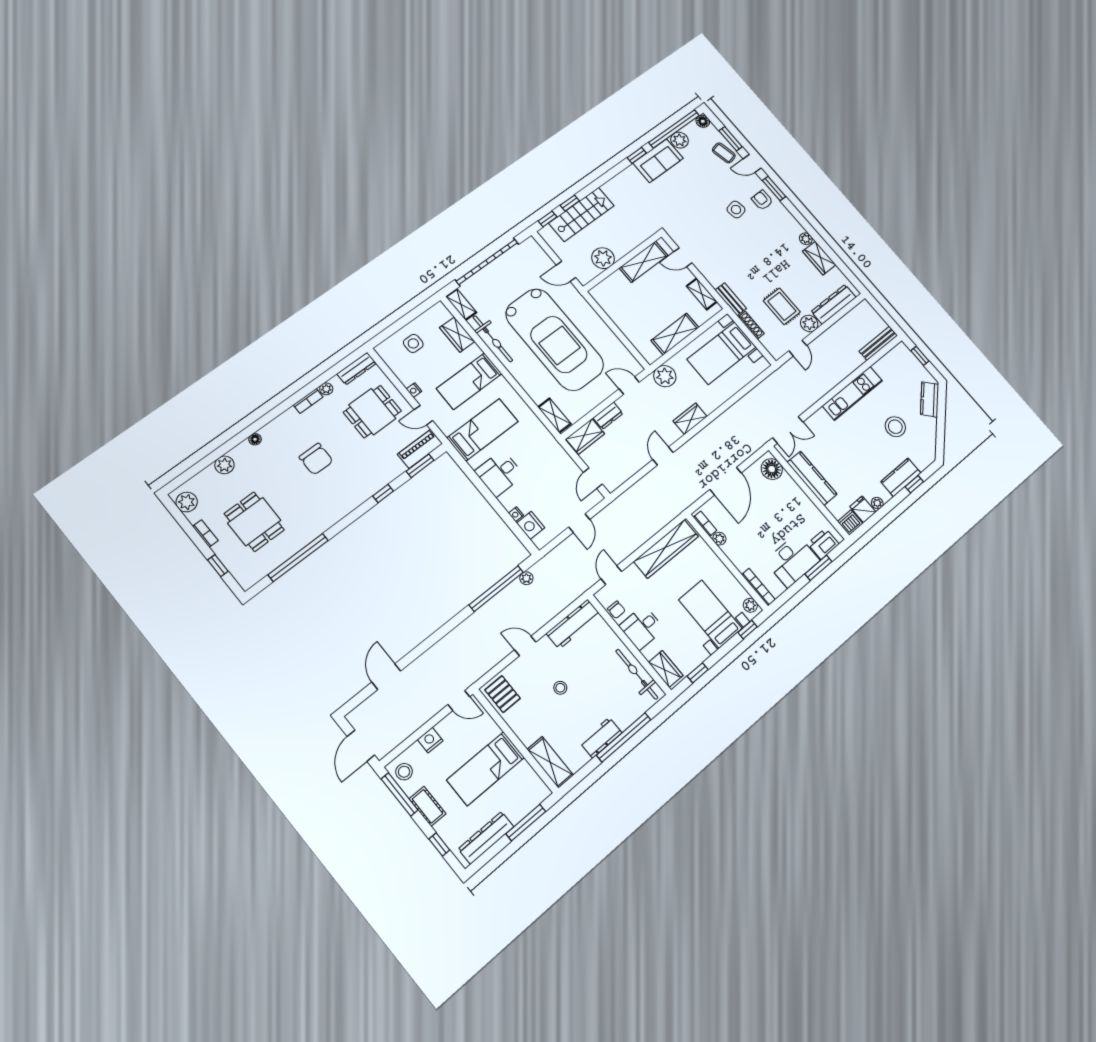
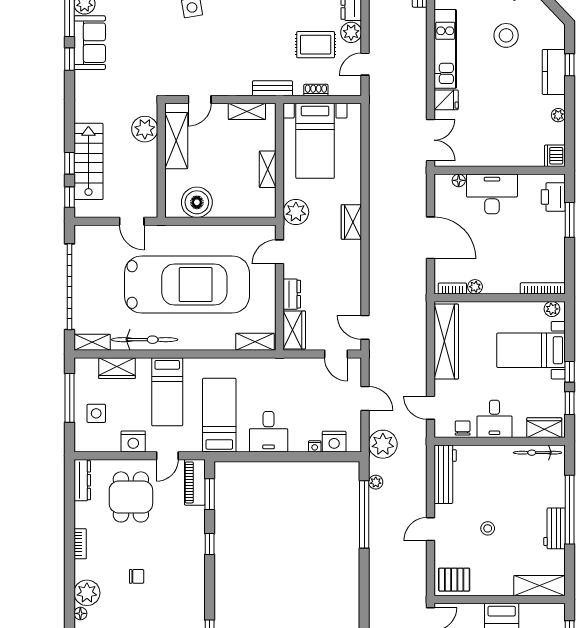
plant: (603, 258) -> (145, 129), moved
door: (566, 271) -> (132, 221), hinge flipped
boiler: (615, 305) -> (197, 202), added
window: (409, 317) -> (70, 398), added
shoe rack: (751, 325) -> (316, 90), width x0.70
shelving: (675, 334) -> (268, 169), width x0.67, depth x0.75
door: (798, 348) -> (365, 64), swing flipped
plant: (326, 389) -> (87, 593), moved, width x1.88, depth x1.88
nightstand: (414, 390) -> (133, 441), width x1.89, depth x1.79
door: (663, 456) -> (365, 327), moved
chair: (316, 459) -> (137, 576), width x0.54, depth x0.54
floor lamp: (772, 469) -> (459, 180), width x0.53, depth x0.53
kitchen counter: (812, 478) -> (490, 156), removed
fridge: (863, 509) -> (446, 100), moved, turned 180
desk: (792, 561) -> (492, 194), moved, turned -90
plant: (558, 562) -> (383, 444), added
chair: (616, 610) -> (463, 428), turned -90
window: (747, 630) -> (570, 372), moved
bicycle: (637, 674) -> (538, 453), width x0.73, depth x0.71

